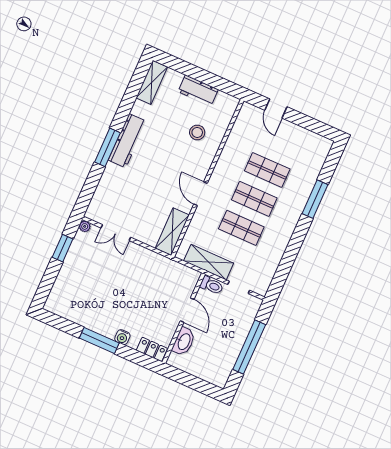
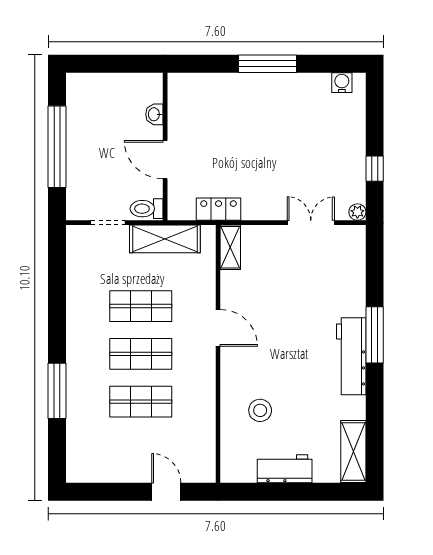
shelving: (172, 232) -> (230, 247), width x0.67, depth x0.75
window: (63, 248) -> (375, 169), width x0.67
water cooler: (122, 337) -> (342, 83), moved
washbasin: (184, 341) -> (154, 114), width x0.52, depth x0.69
locker: (152, 349) -> (219, 209), moved, turned 180

